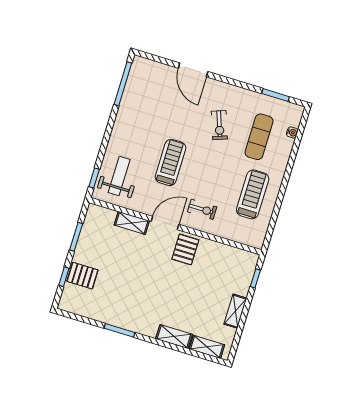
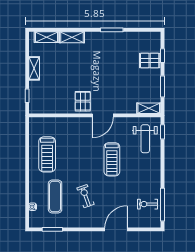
door: (193, 70) -> (116, 229), hinge flipped
exercise bike: (202, 209) -> (148, 204), moved
shelving: (132, 223) -> (149, 108), moved

